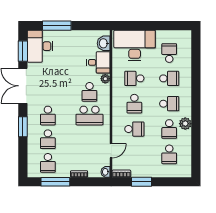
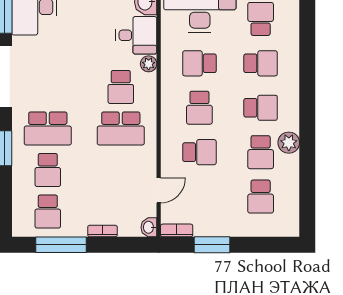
school desk: (48, 116) -> (48, 128), width x1.85

